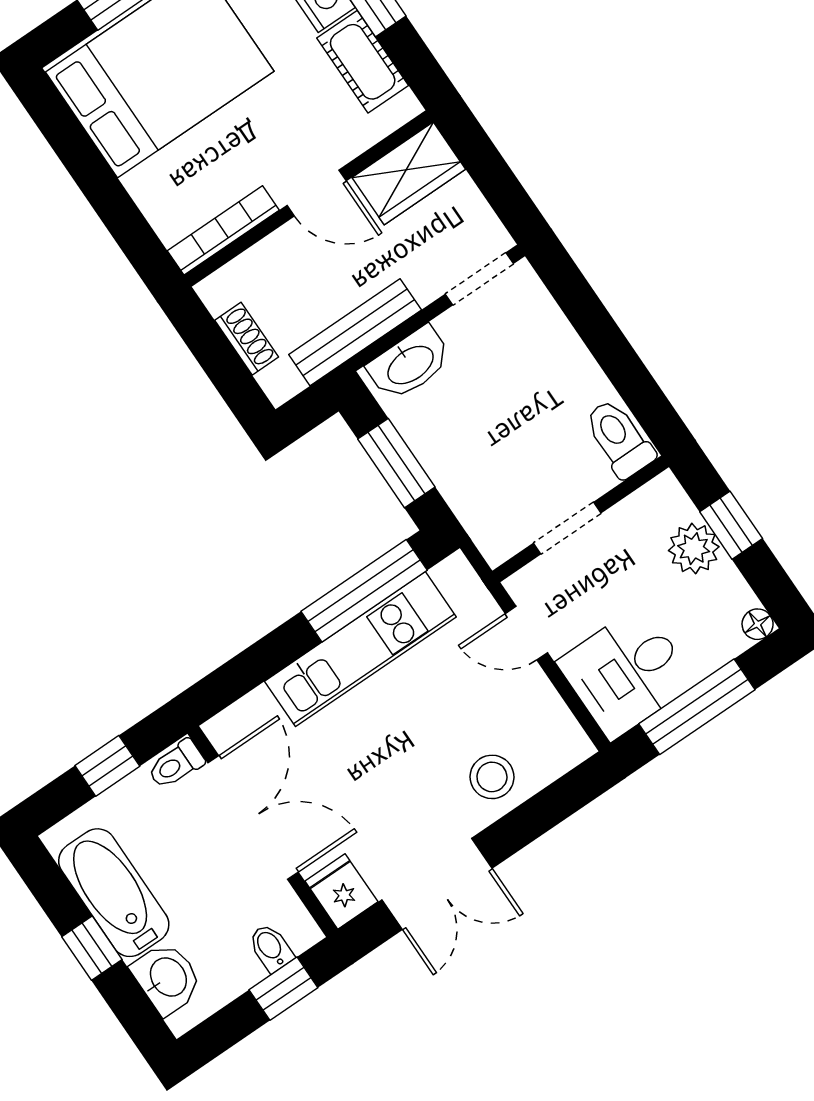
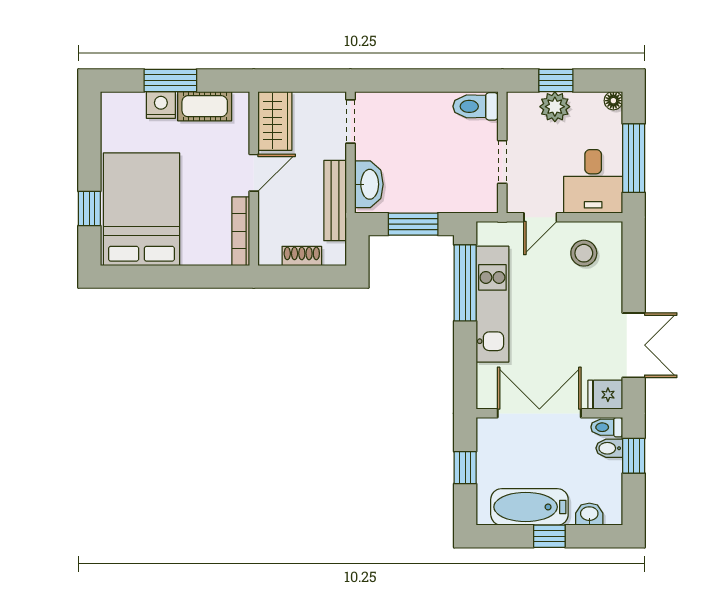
toilet: (176, 764) -> (607, 427), moved, turned 90
stool: (492, 777) -> (584, 253), moved
washbasin: (167, 978) -> (589, 514), width x0.72, depth x0.69

